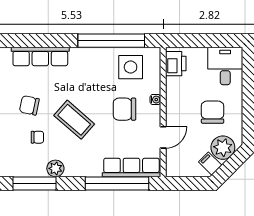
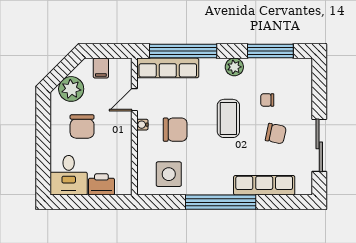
window: (111, 41) -> (221, 202), moved
printer: (176, 64) -> (101, 184), moved, turned 90
water cooler: (155, 100) -> (142, 125), moved
coffee table: (74, 120) -> (228, 118), turned 49
filing cabinet: (210, 164) -> (101, 68), moved, turned 45
plant: (55, 168) -> (234, 67), moved

